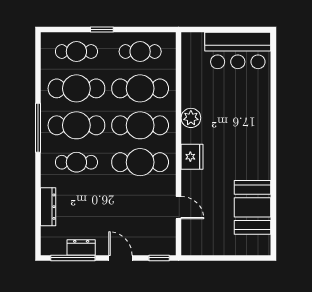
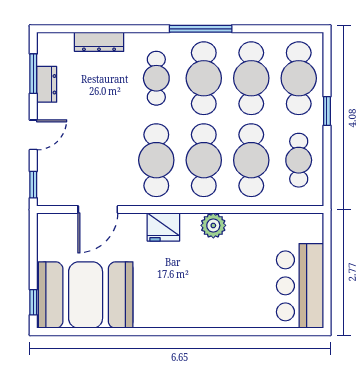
cafe table: (76, 52) -> (299, 78), width x1.37, depth x1.35
booth: (253, 207) -> (86, 295), width x1.36, depth x1.42
door: (179, 208) -> (98, 210), width x1.37
window: (73, 258) -> (33, 74), width x0.69
window: (251, 258) -> (33, 302), added

